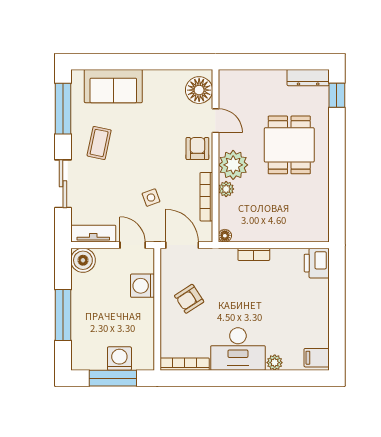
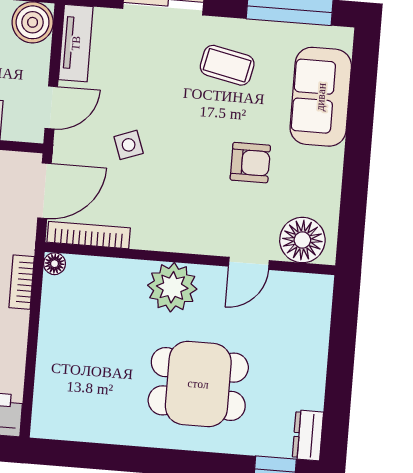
dresser: (308, 78) -> (308, 435), width x0.70
armchair: (197, 149) -> (250, 163), moved
plant: (226, 189) -> (133, 272), removed
bookcase: (206, 197) -> (89, 235), moved
bookcase: (254, 254) -> (22, 282), moved

